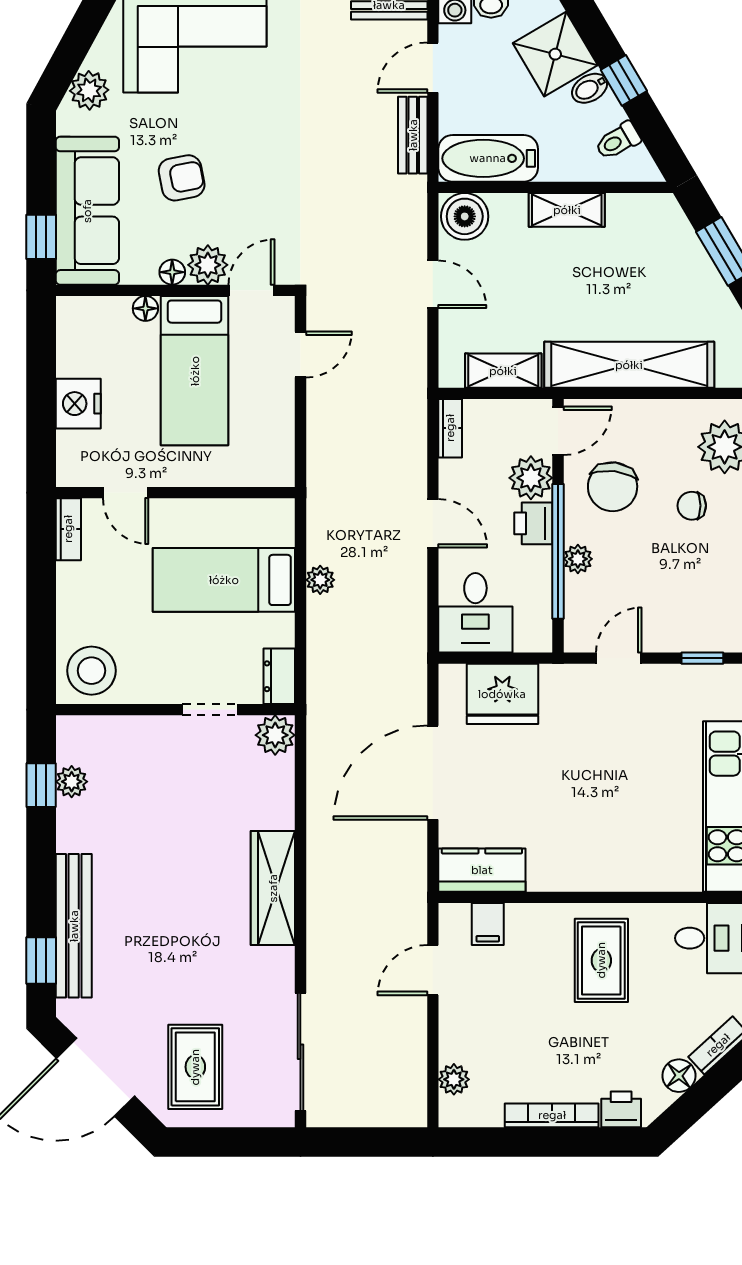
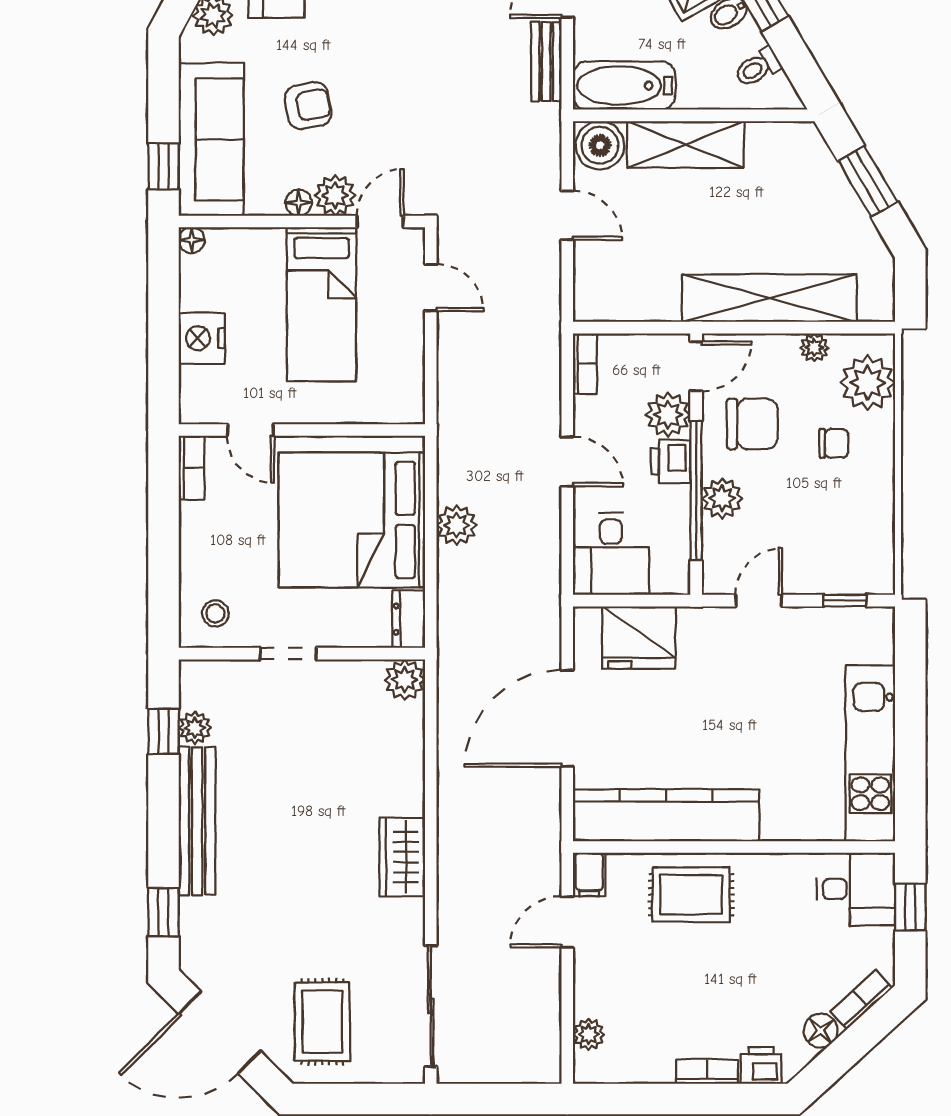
shelving: (567, 210) -> (686, 144), width x1.50, depth x1.33
floor lamp: (145, 308) -> (192, 240), moved
door: (300, 354) -> (431, 288), hinge flipped
shelving: (503, 371) -> (640, 304), removed
plant: (673, 413) -> (814, 348), added
chair: (613, 487) -> (752, 424), turned -97
chair: (692, 506) -> (834, 443), turned 180
plant: (578, 559) -> (722, 498), width x1.38, depth x1.38
bed: (224, 580) -> (352, 520), width x2.04
plant: (320, 580) -> (457, 525), width x1.38, depth x1.38
stool: (91, 671) -> (215, 613), width x0.53, depth x0.53
doorway: (210, 710) -> (288, 654), moved
kitchen counter: (482, 870) -> (666, 815), width x2.08, depth x1.17
wardrobe: (273, 888) -> (402, 857), width x0.67
filing cabinet: (488, 924) -> (589, 874), moved
bench: (74, 926) -> (197, 821), moved
rug: (601, 960) -> (691, 895), moved, turned 90
bookcase: (552, 1115) -> (707, 1072), width x0.64

